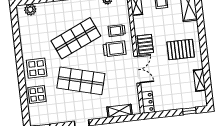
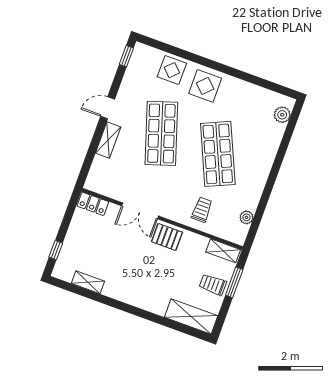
trolley: (115, 49) -> (180, 196), removed
pallet: (181, 50) -> (138, 278), removed
shop shelf: (81, 81) -> (161, 133), turned -33
shelving: (119, 111) -> (108, 140), moved

